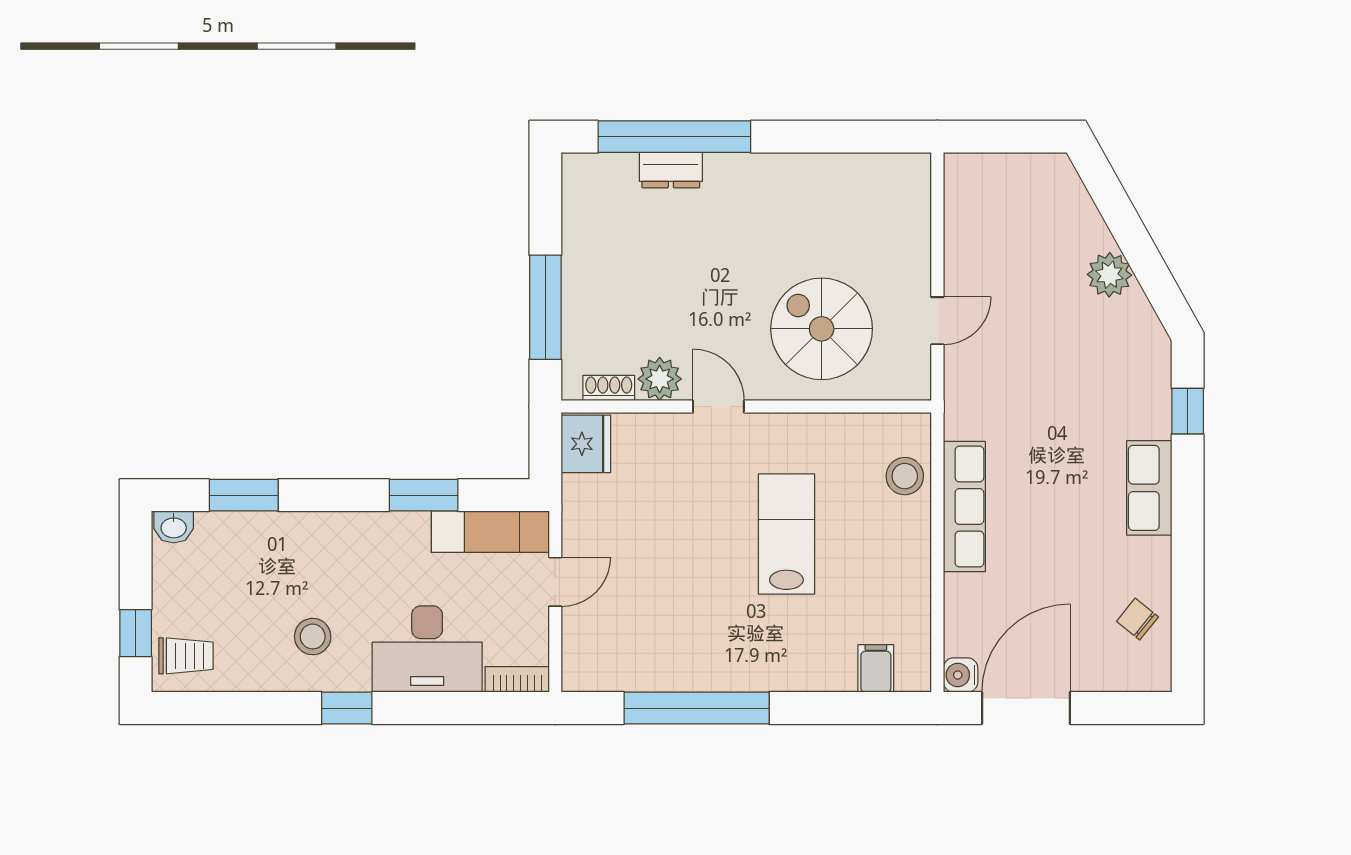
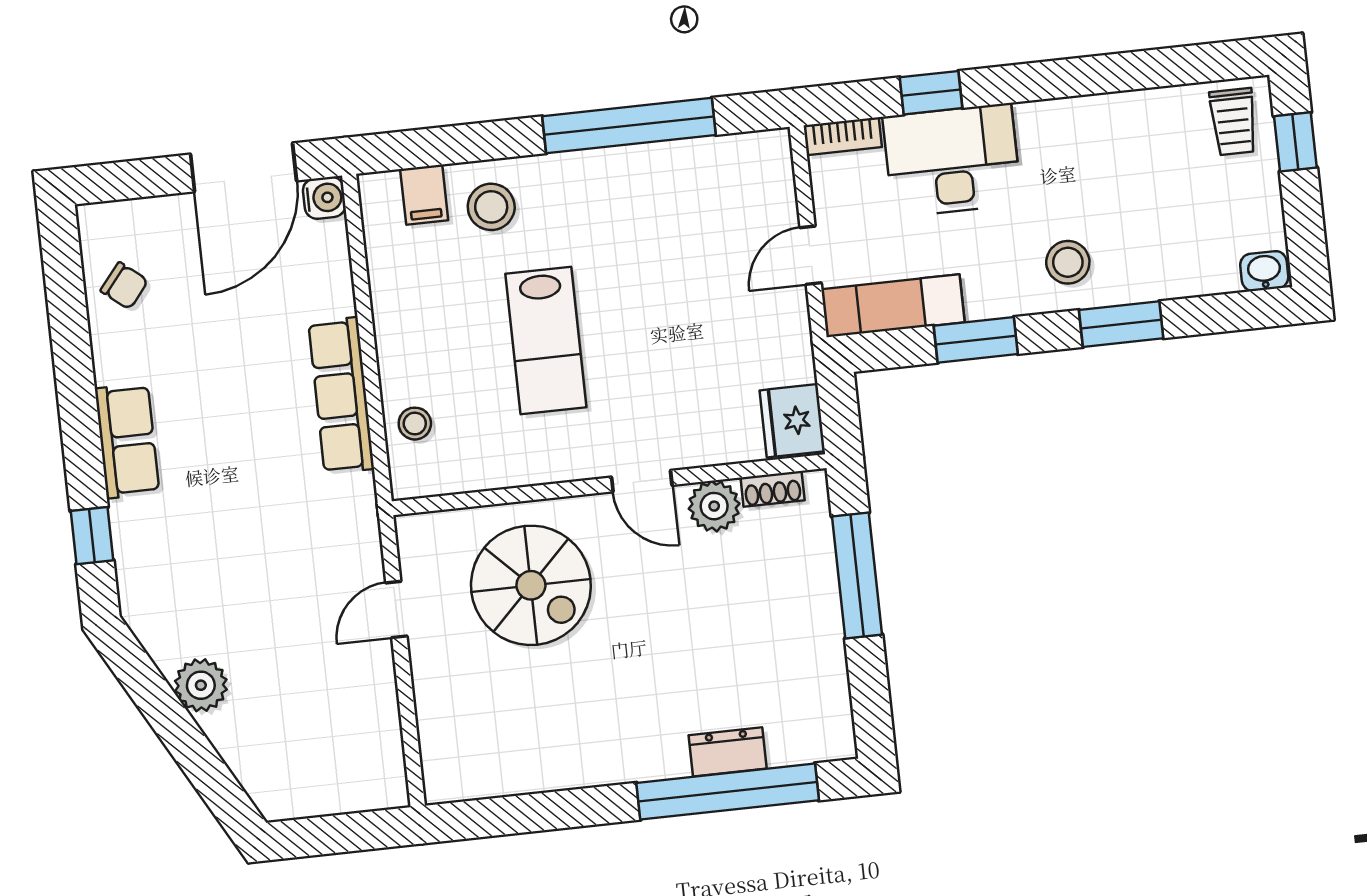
stool: (905, 476) -> (415, 424), width x0.73, depth x0.73
window: (244, 495) -> (1121, 324), moved
stool: (313, 637) -> (1068, 262), moved
stool: (820, 652) -> (491, 207), added
trolley: (186, 656) -> (1233, 122), turned -90
window: (347, 708) -> (931, 93), moved

